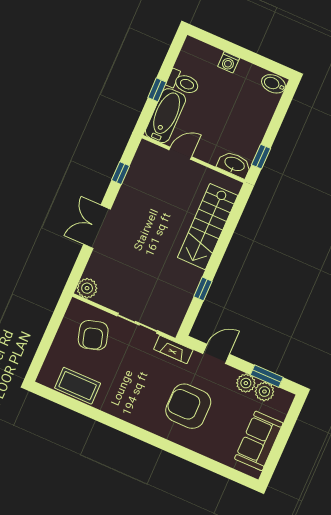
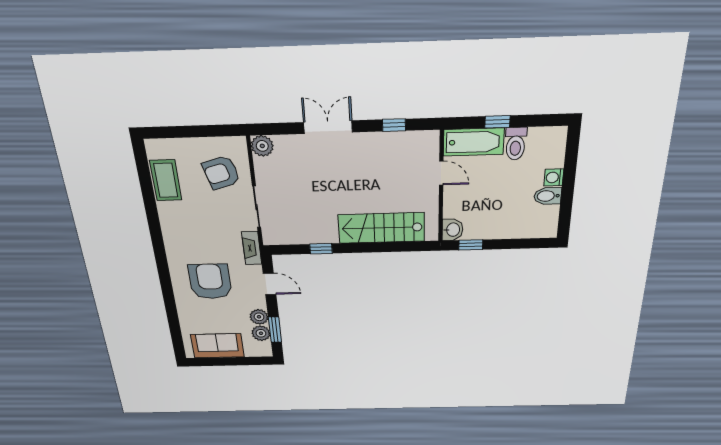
bidet: (273, 84) -> (548, 196), moved, turned -90
washbasin: (234, 164) -> (453, 230), width x0.72

